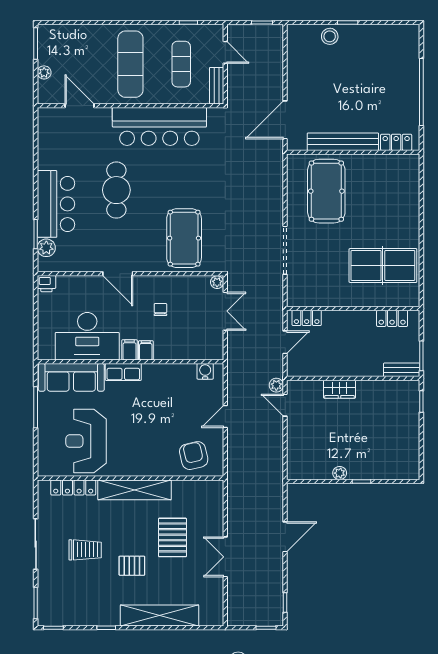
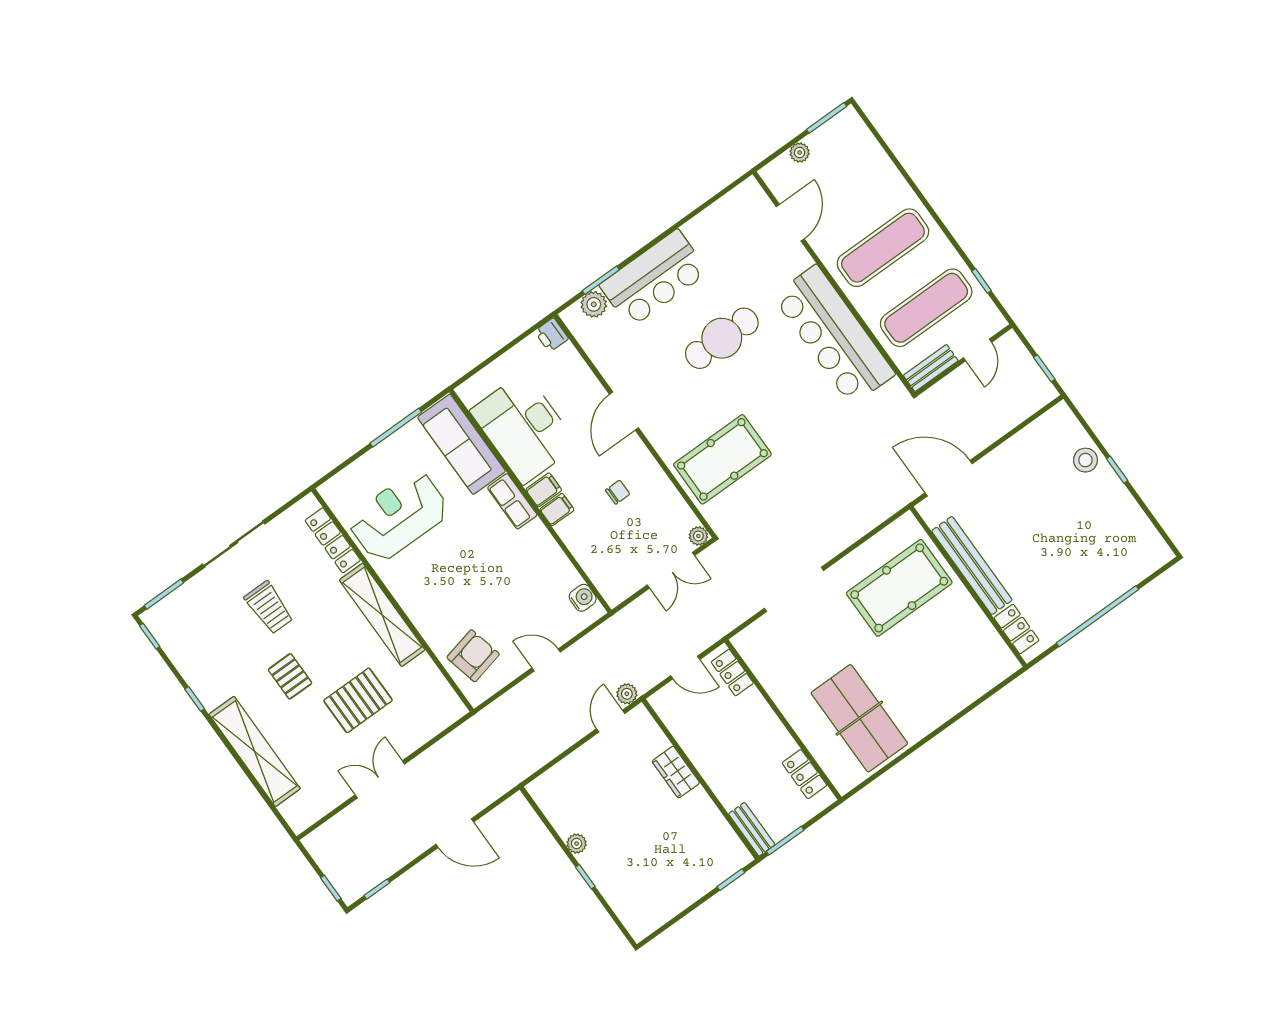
exercise mat: (181, 64) -> (926, 308), width x1.36, depth x1.45

